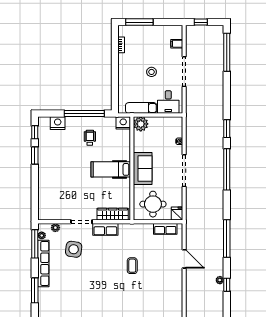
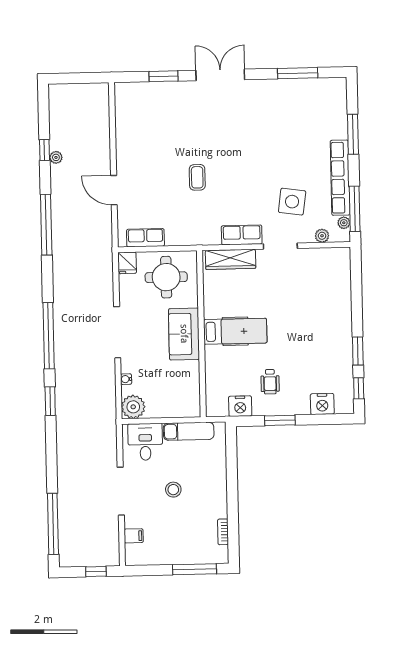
window: (84, 113) -> (280, 420), width x0.47
nightstand: (123, 123) -> (240, 406), moved
plant: (141, 124) -> (133, 407), moved

